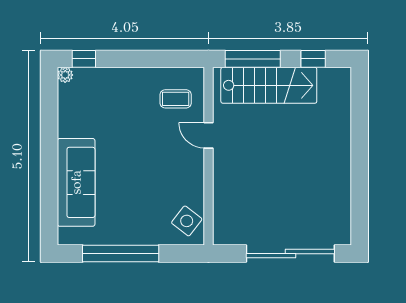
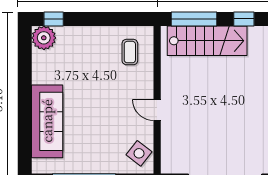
plant: (65, 75) -> (44, 38), width x1.87, depth x1.87
coffee table: (176, 99) -> (130, 52), turned 90
door: (209, 135) -> (157, 110), moved

